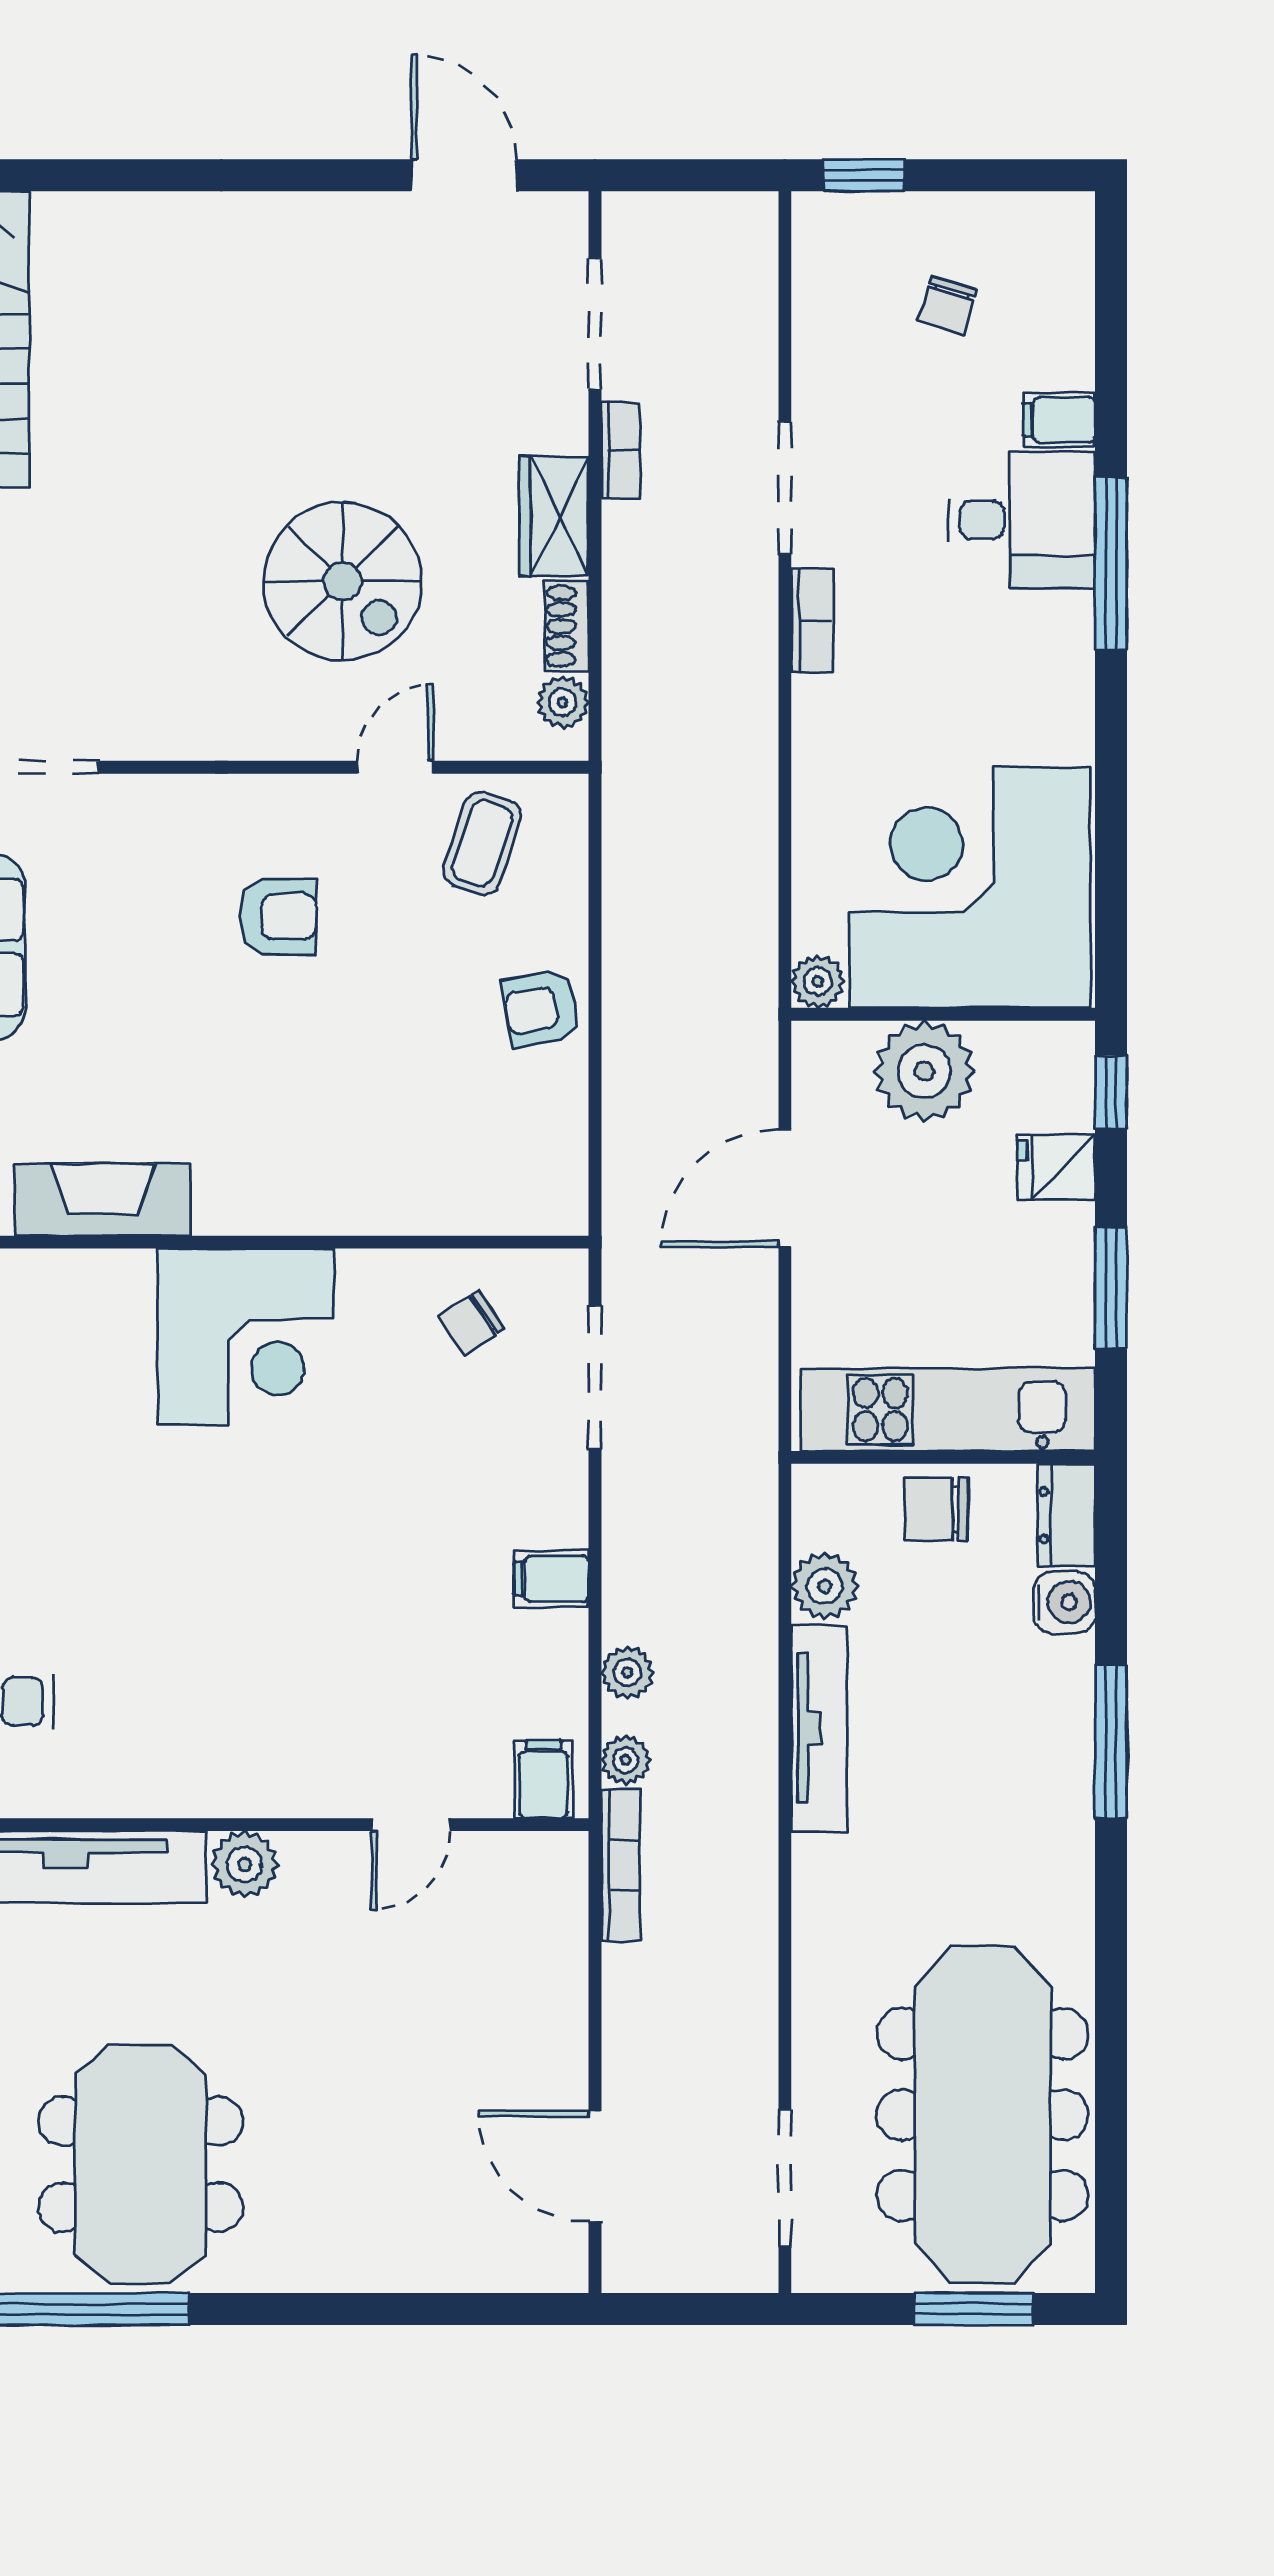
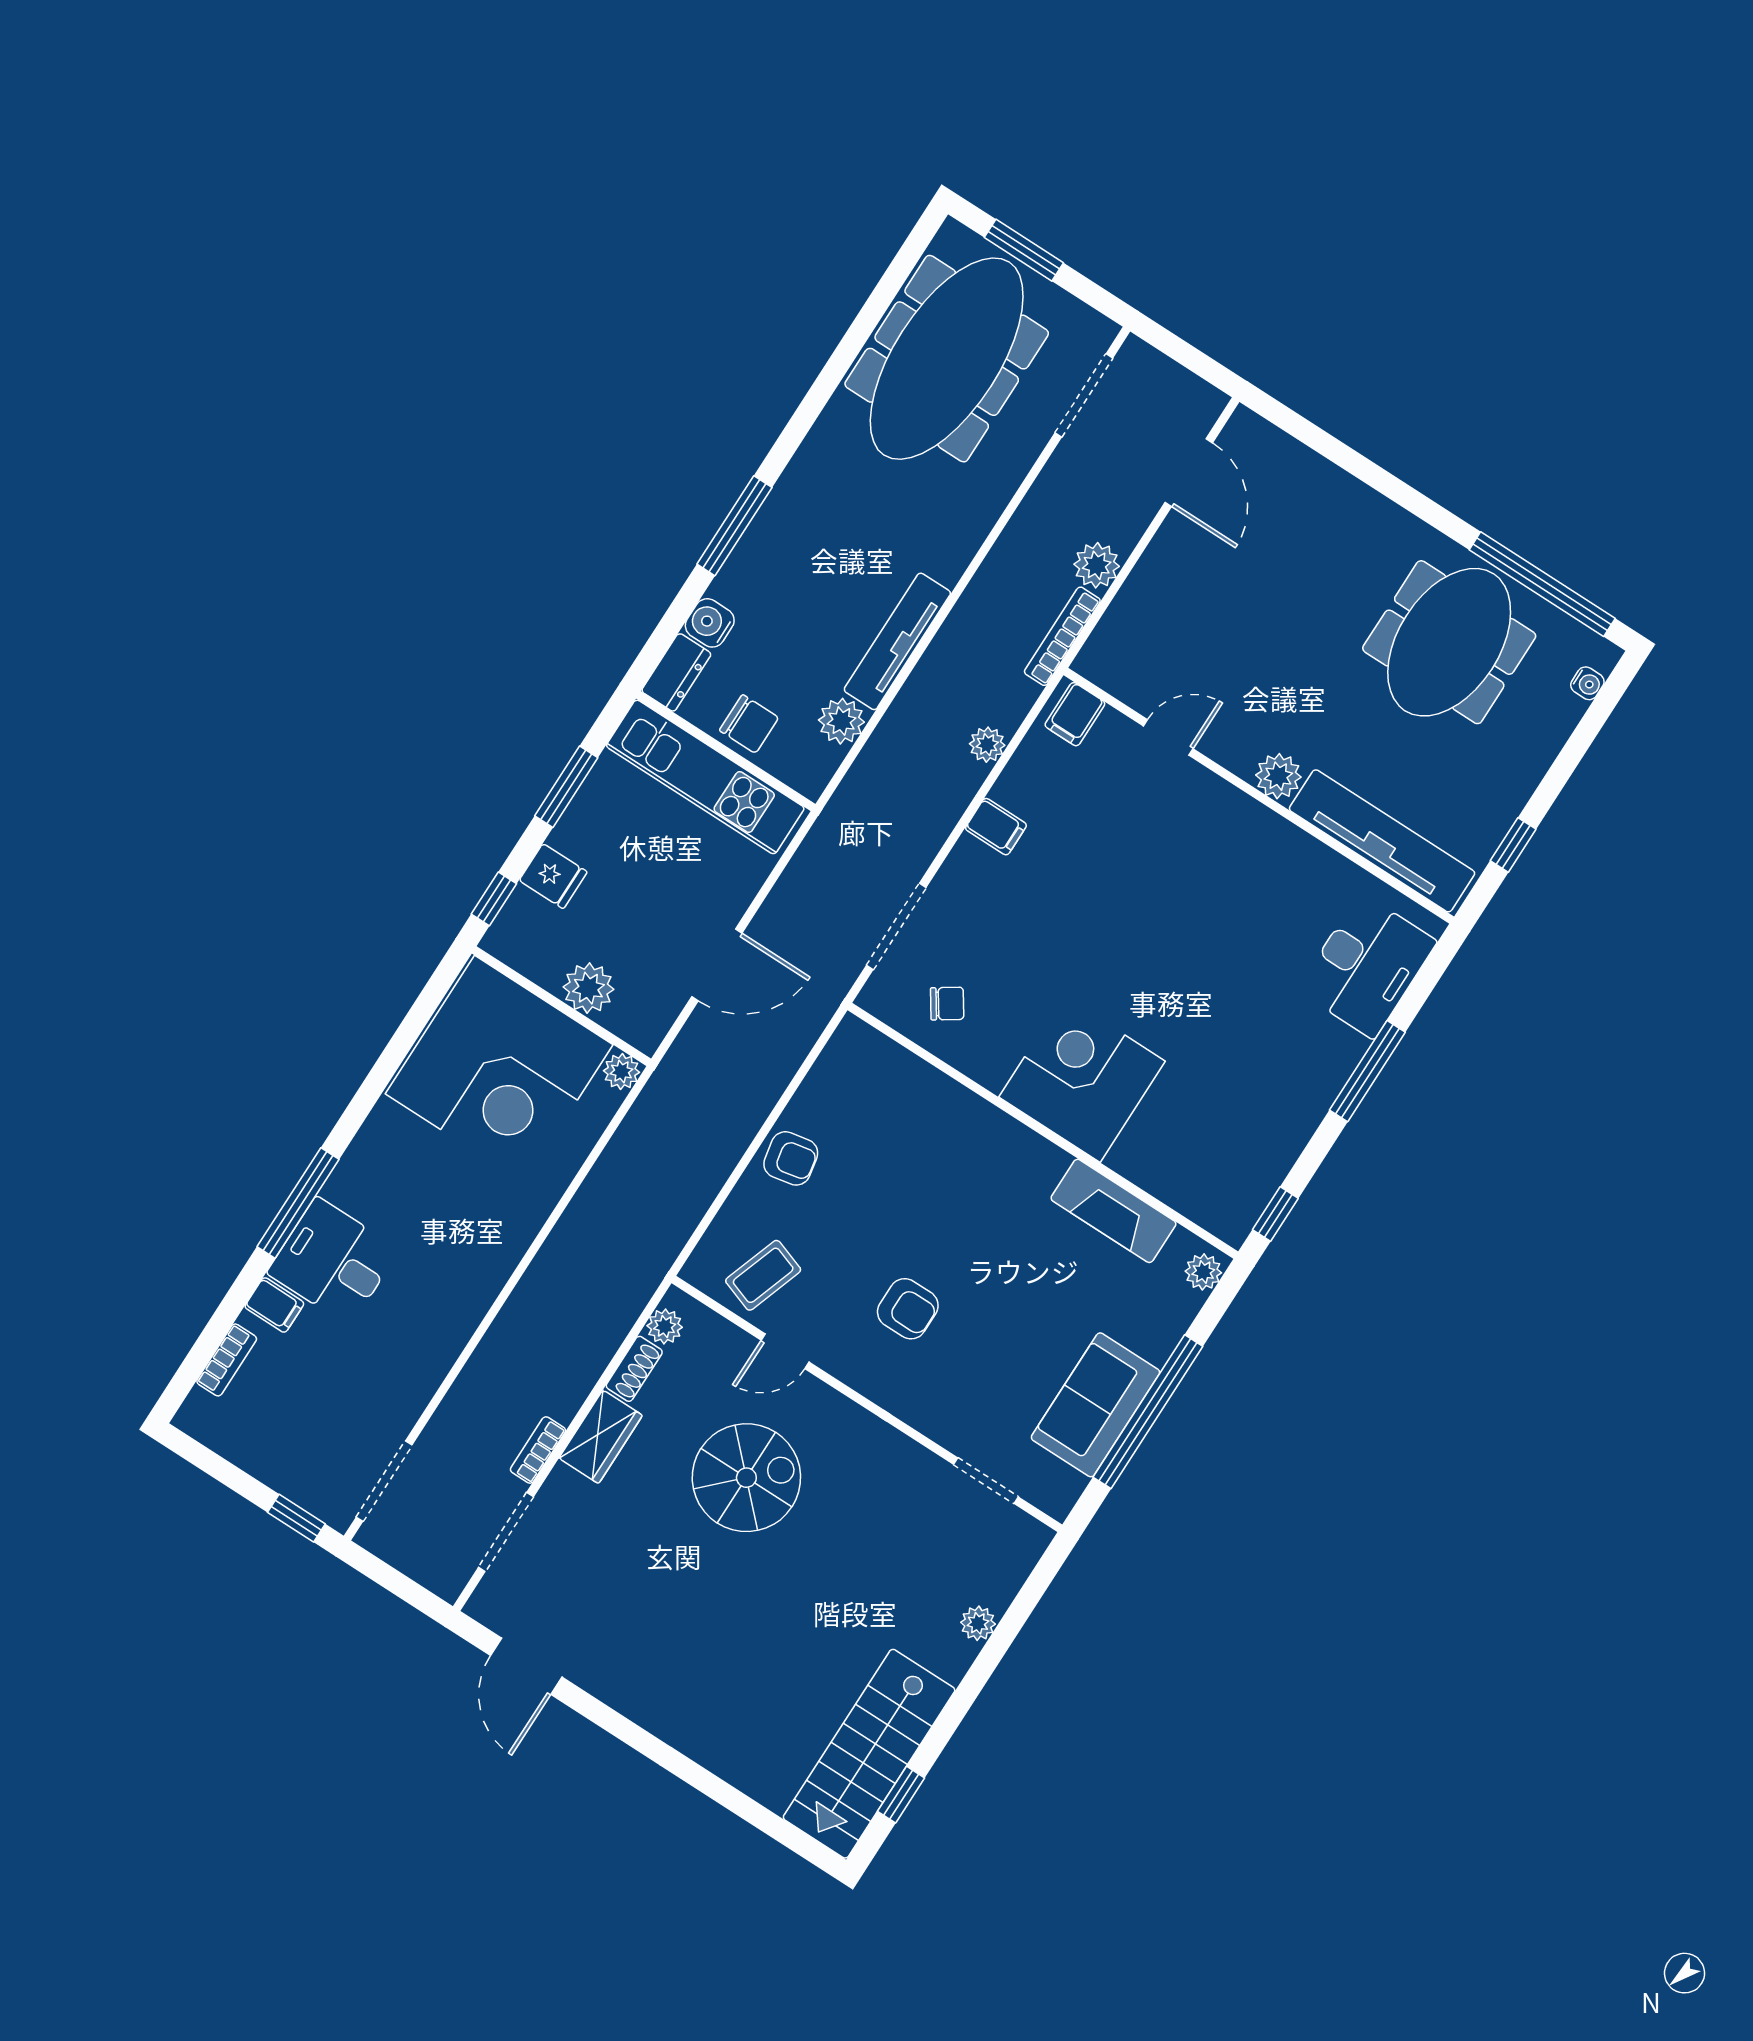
chair: (947, 305) -> (296, 1412), removed
doorway: (785, 488) -> (384, 1481), moved
spiral stairs: (343, 581) -> (746, 1478), turned 90
bookcase: (812, 621) -> (227, 1360), moved, turned 180
armchair: (278, 917) -> (908, 1309), turned 180
plant: (924, 1071) -> (588, 988), width x0.73, depth x0.73
plant: (626, 1760) -> (1097, 565), moved, width x1.38, depth x1.38

